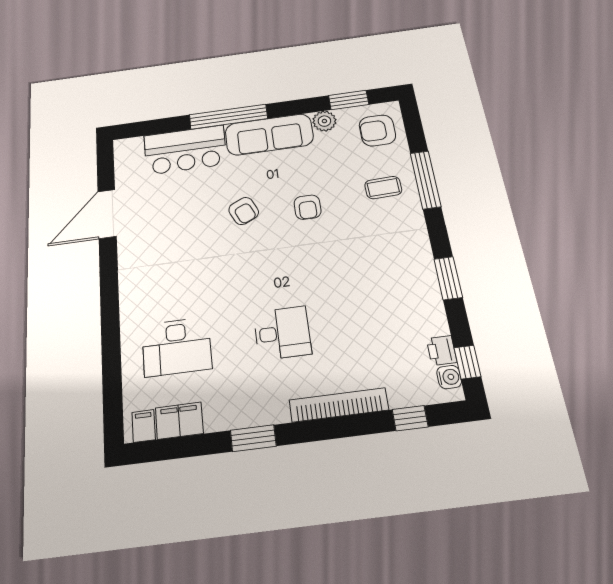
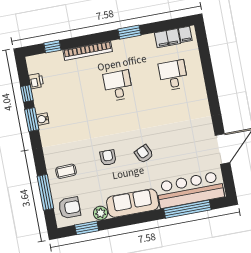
window: (228, 117) -> (187, 209), moved
bar counter: (185, 150) -> (190, 190), width x1.36
window: (426, 180) -> (45, 192), moved
desk: (282, 333) -> (118, 86), turned 90
desk: (177, 347) -> (173, 75), width x0.73
window: (467, 362) -> (27, 94), moved
water cooler: (449, 377) -> (42, 119), moved

